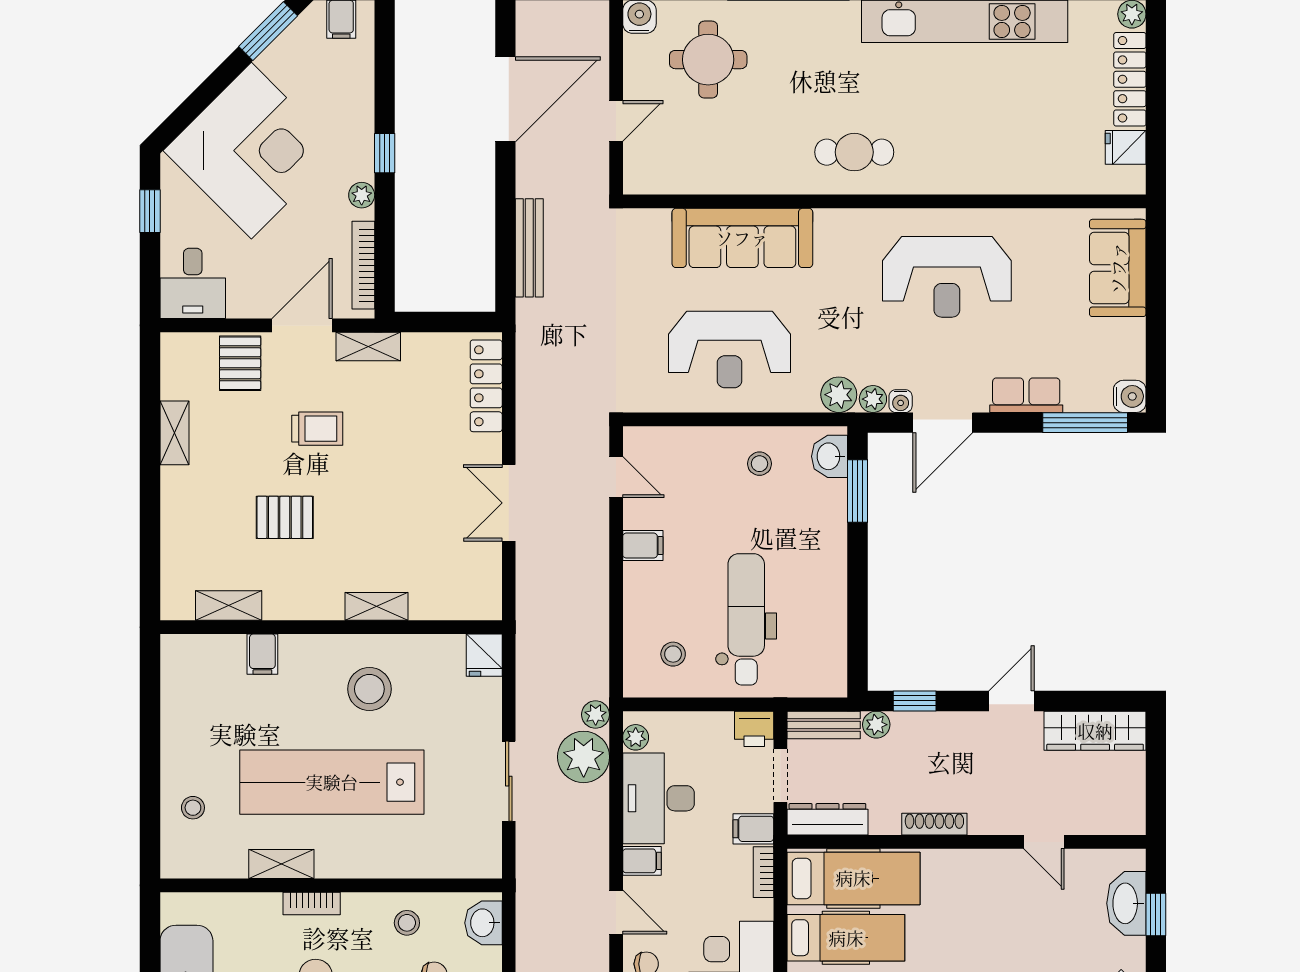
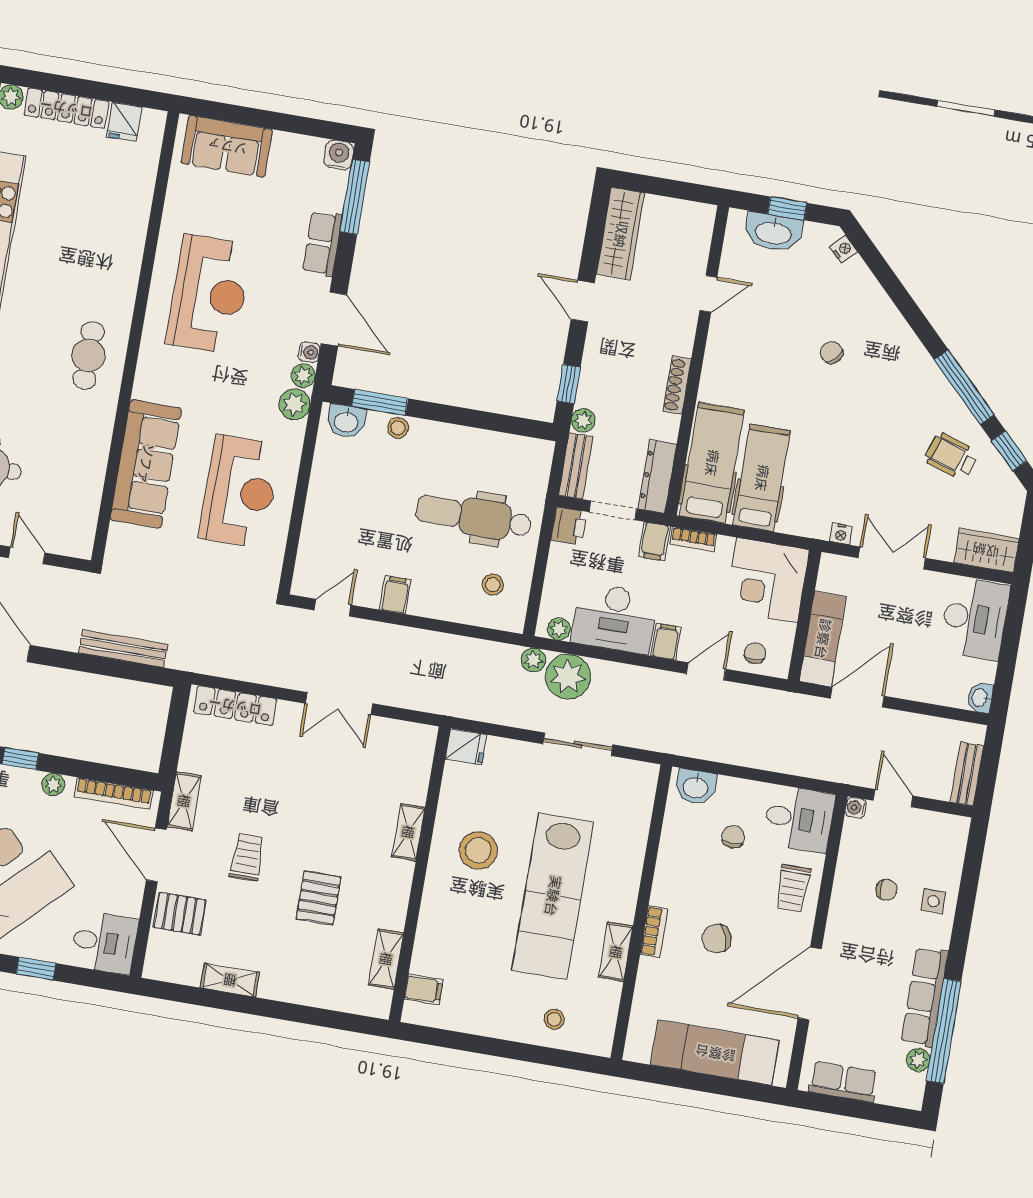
stool: (759, 464) -> (398, 428), moved
filing cabinet: (262, 654) -> (424, 989), moved
stool: (407, 923) -> (685, 852), removed

